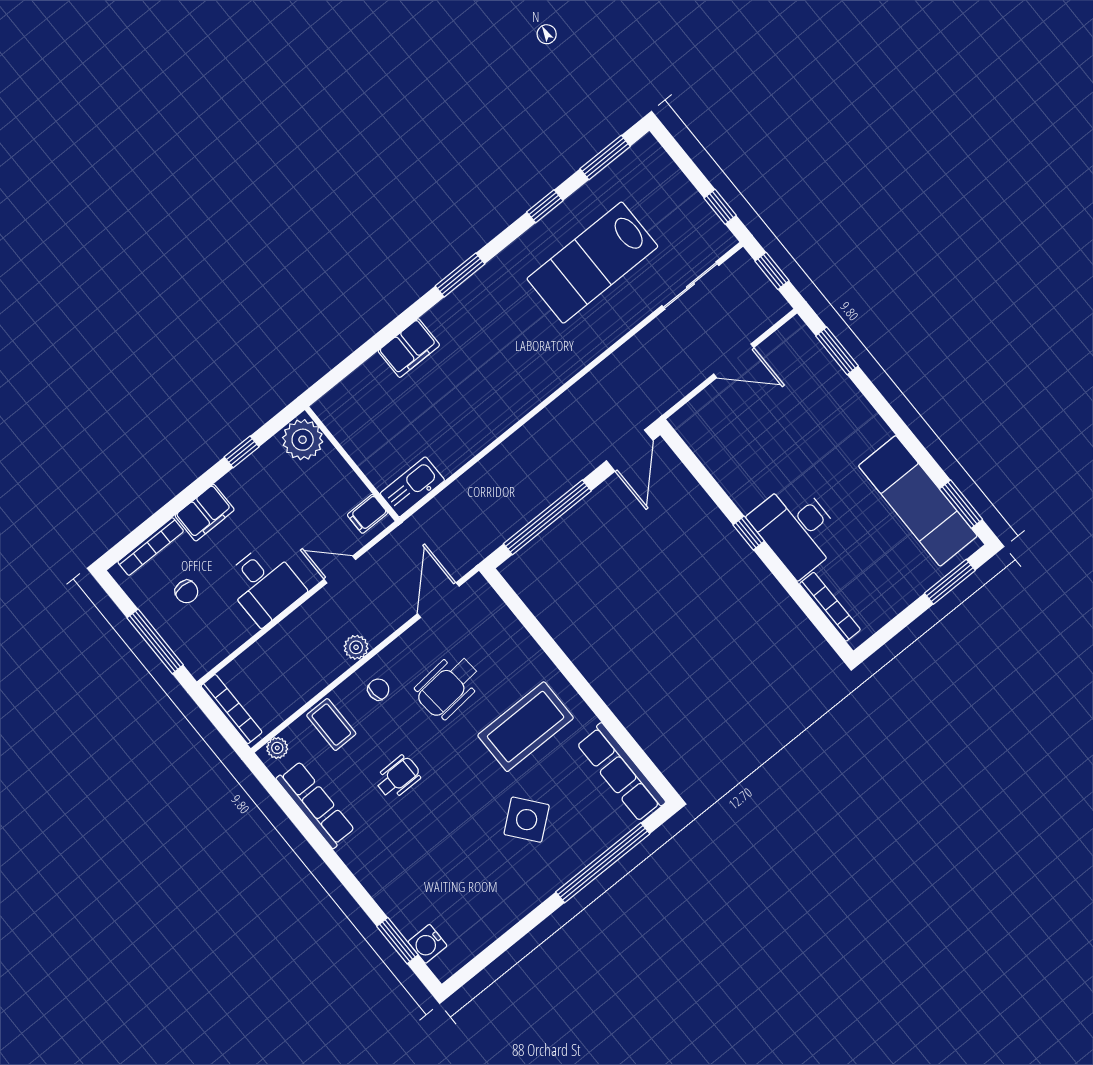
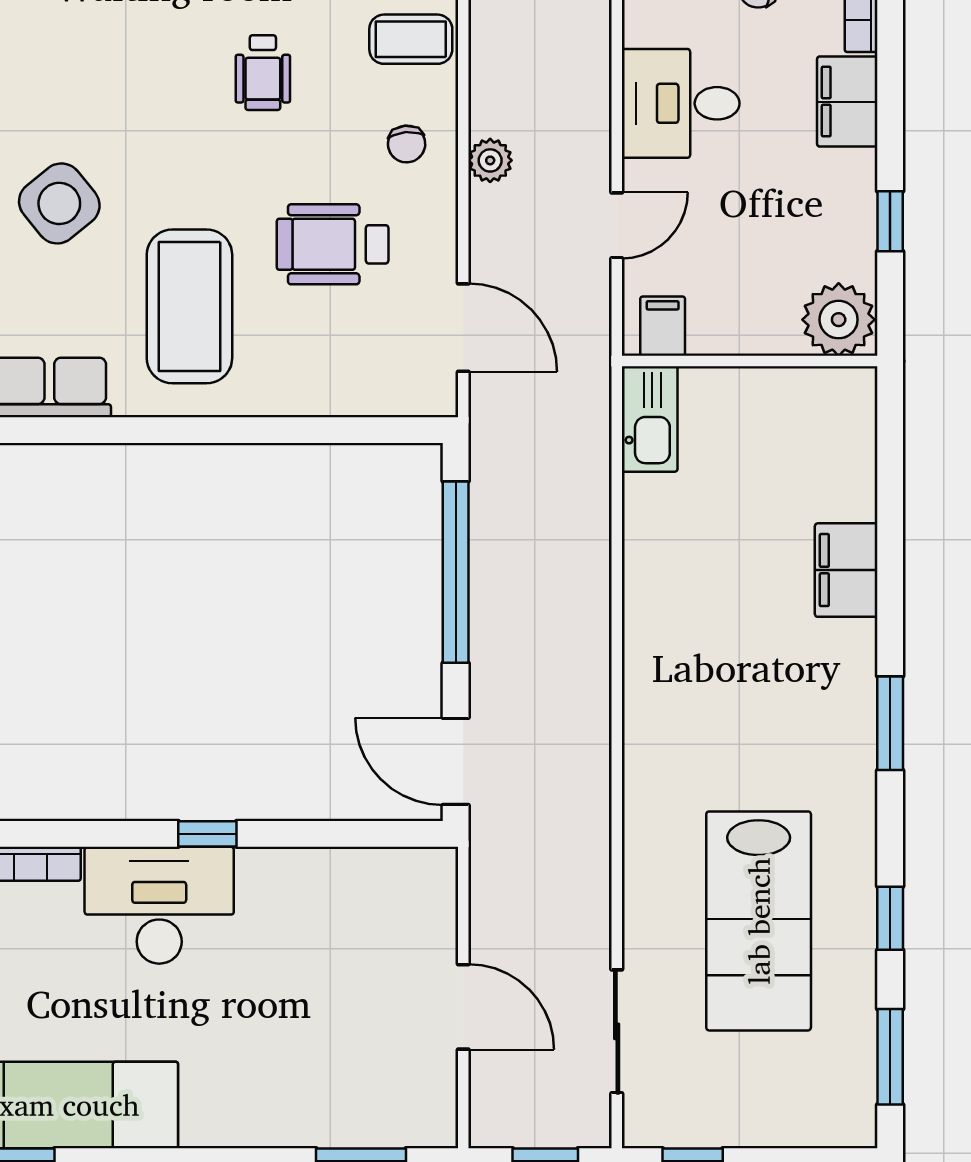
lab bench: (592, 263) -> (759, 921), turned 180
door: (734, 361) -> (463, 1007), swing flipped
wheelchair: (448, 686) -> (333, 244), turned -85

